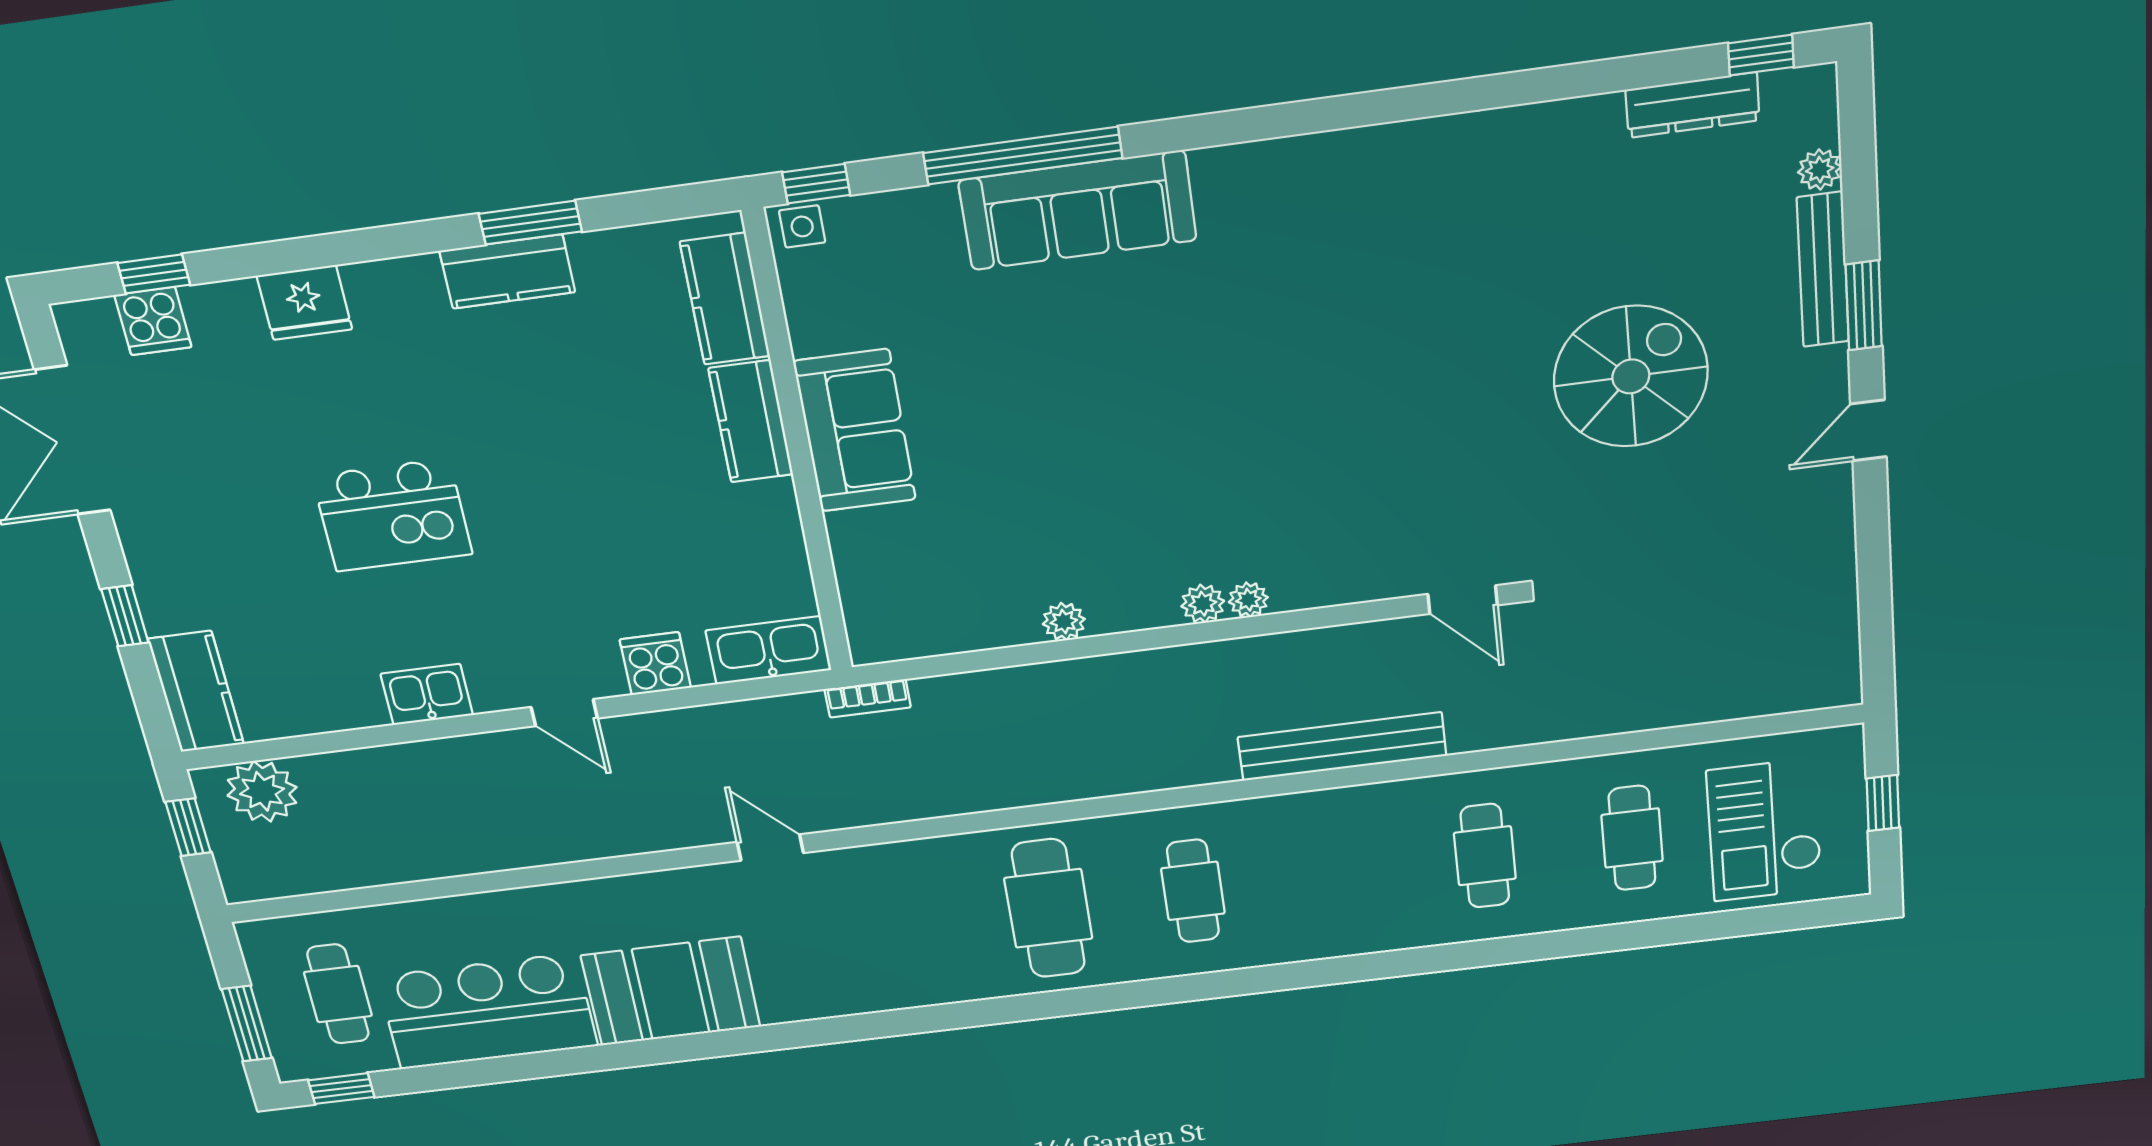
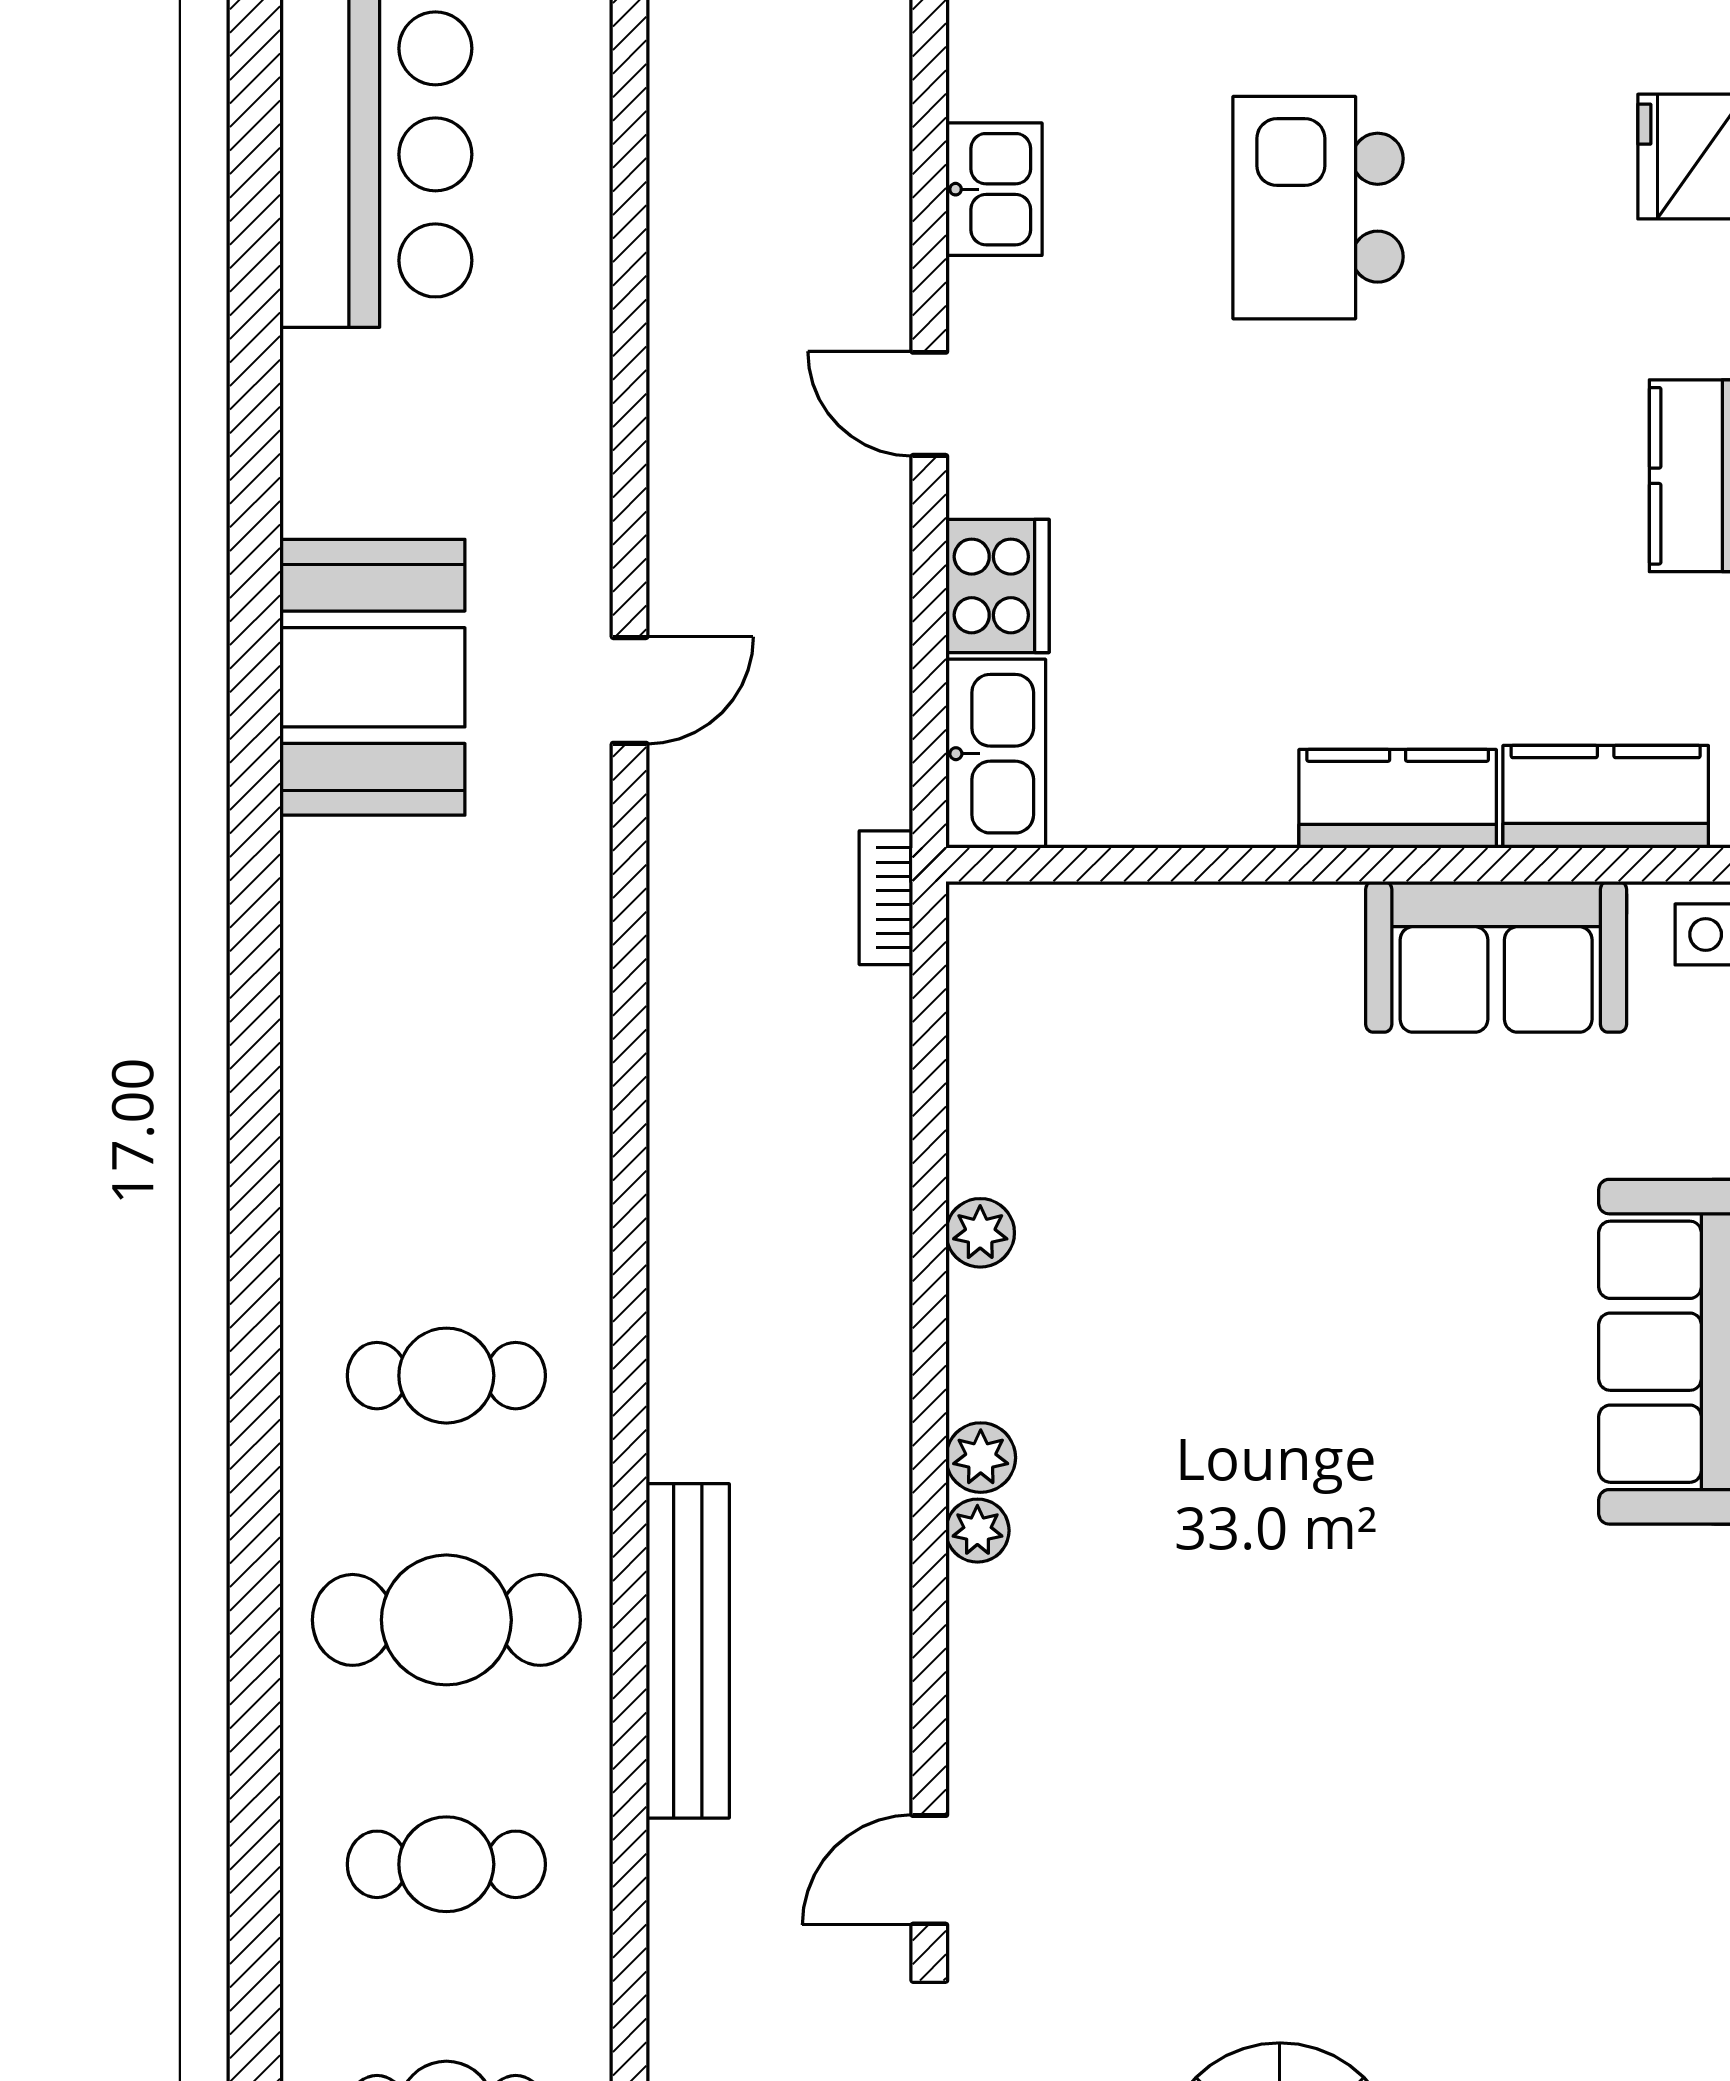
sofa: (855, 431) -> (1496, 957), moved
cooker: (655, 664) -> (997, 586), width x1.36
door: (564, 713) -> (929, 404), hinge flipped
cafe table: (1048, 908) -> (446, 1620), moved
booth: (671, 991) -> (372, 677), moved

